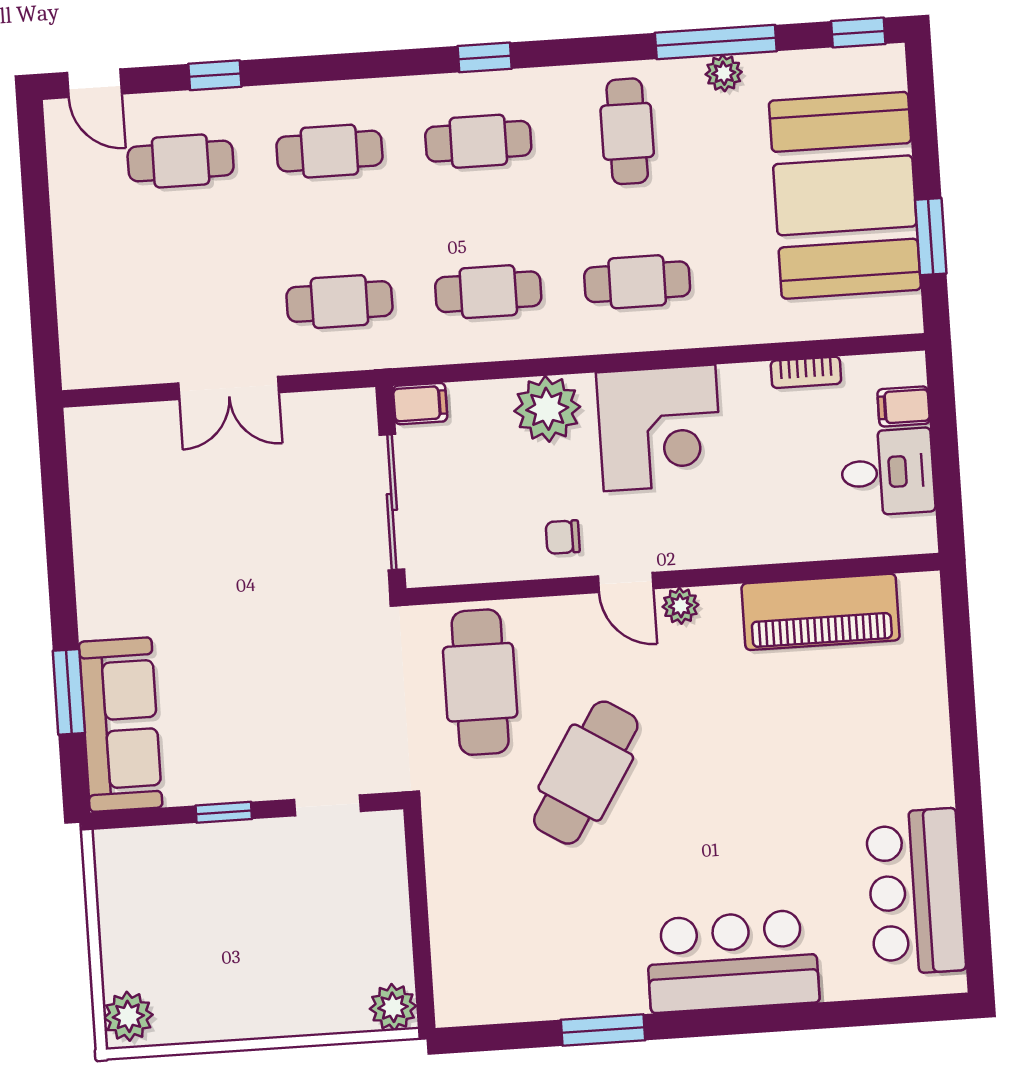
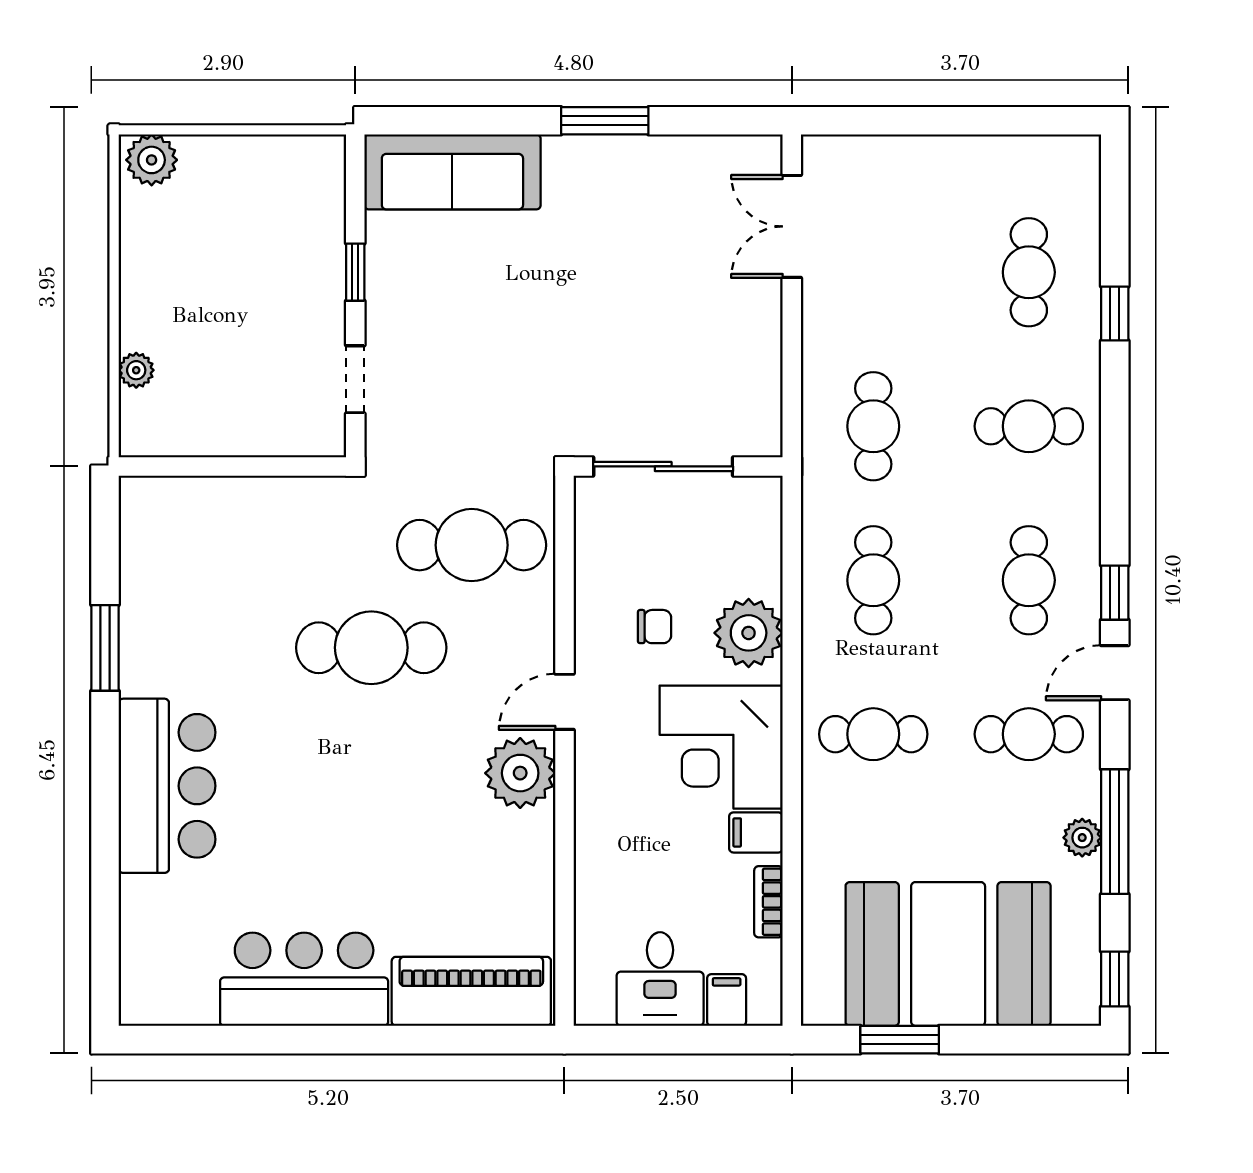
door: (94, 83) -> (1115, 673), moved
cafe table: (329, 151) -> (1029, 426), turned 90
cafe table: (637, 282) -> (873, 734), turned 90
double door: (229, 388) -> (792, 226), moved
filing cabinet: (420, 404) -> (756, 832), moved, turned 90
chair: (563, 537) -> (655, 627), moved, turned 90
plant: (680, 606) -> (520, 773), width x1.88, depth x1.88
piano: (821, 612) -> (471, 991), moved, turned 90
window: (69, 692) -> (605, 121), moved
cafe table: (586, 773) -> (371, 648), turned -32
bar counter: (916, 892) -> (304, 979), moved
plant: (393, 1007) -> (136, 370), moved, width x0.73, depth x0.73

